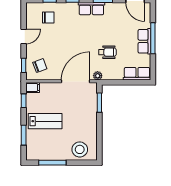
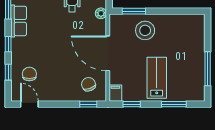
door: (24, 36) -> (29, 104), moved
door: (75, 81) -> (108, 53), moved
stool: (80, 149) -> (145, 30), moved

